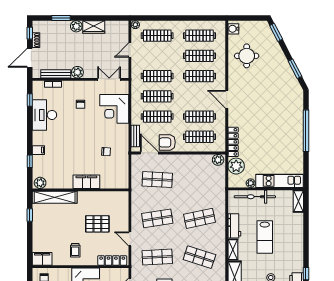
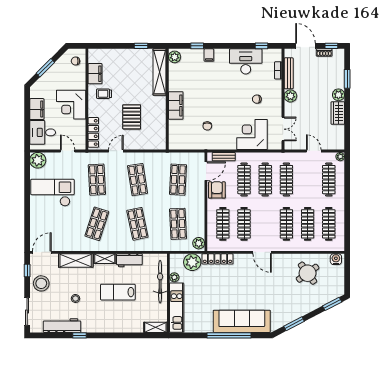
round table: (247, 56) -> (308, 273), turned -36
door: (227, 99) -> (262, 252), swing flipped
sofa: (293, 119) -> (242, 321), added
shop shelf: (199, 180) -> (178, 224), added
filing cabinet: (42, 259) -> (95, 74), moved

